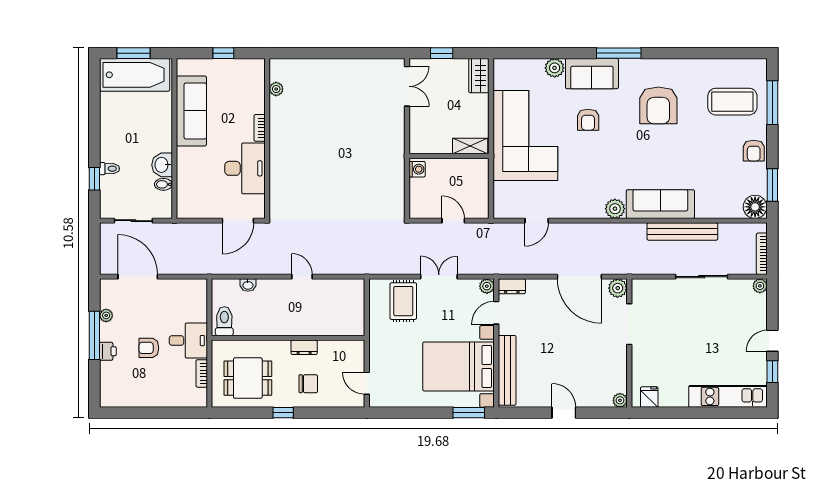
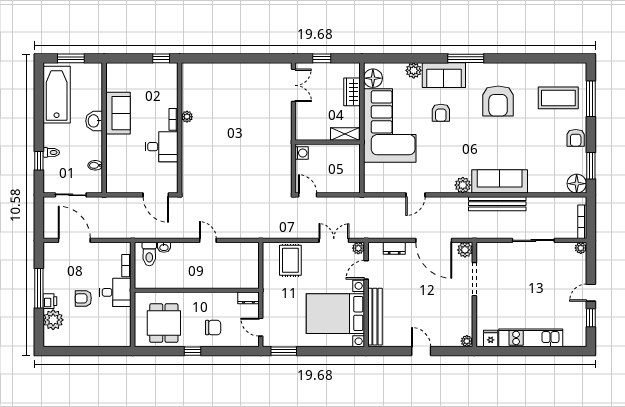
window: (223, 53) -> (161, 58), moved
bathtub: (135, 75) -> (57, 95), moved, turned -90
wardrobe: (479, 76) -> (352, 92), moved
floor lamp: (505, 77) -> (373, 78), added
plant: (276, 89) -> (187, 117), moved
sofa: (191, 111) -> (118, 113), width x0.73
washbasin: (162, 165) -> (94, 121), moved
desk: (245, 168) -> (162, 147), width x0.73
door: (238, 221) -> (156, 195), hinge flipped
door: (453, 221) -> (308, 195), moved
door: (537, 221) -> (415, 195), moved
bench: (682, 232) -> (497, 204), moved
double door: (439, 277) -> (334, 240), moved
dresser: (512, 286) -> (394, 248), moved
plant: (106, 315) -> (53, 320), moved, width x1.88, depth x1.88
toilet: (224, 321) -> (149, 254), moved, turned 180
dresser: (304, 347) -> (248, 298), moved
bookcase: (202, 373) -> (126, 266), moved
dining table: (248, 378) -> (164, 323), turned 90
kitchen unit: (728, 396) -> (531, 338), moved
window: (469, 413) -> (284, 351), moved

